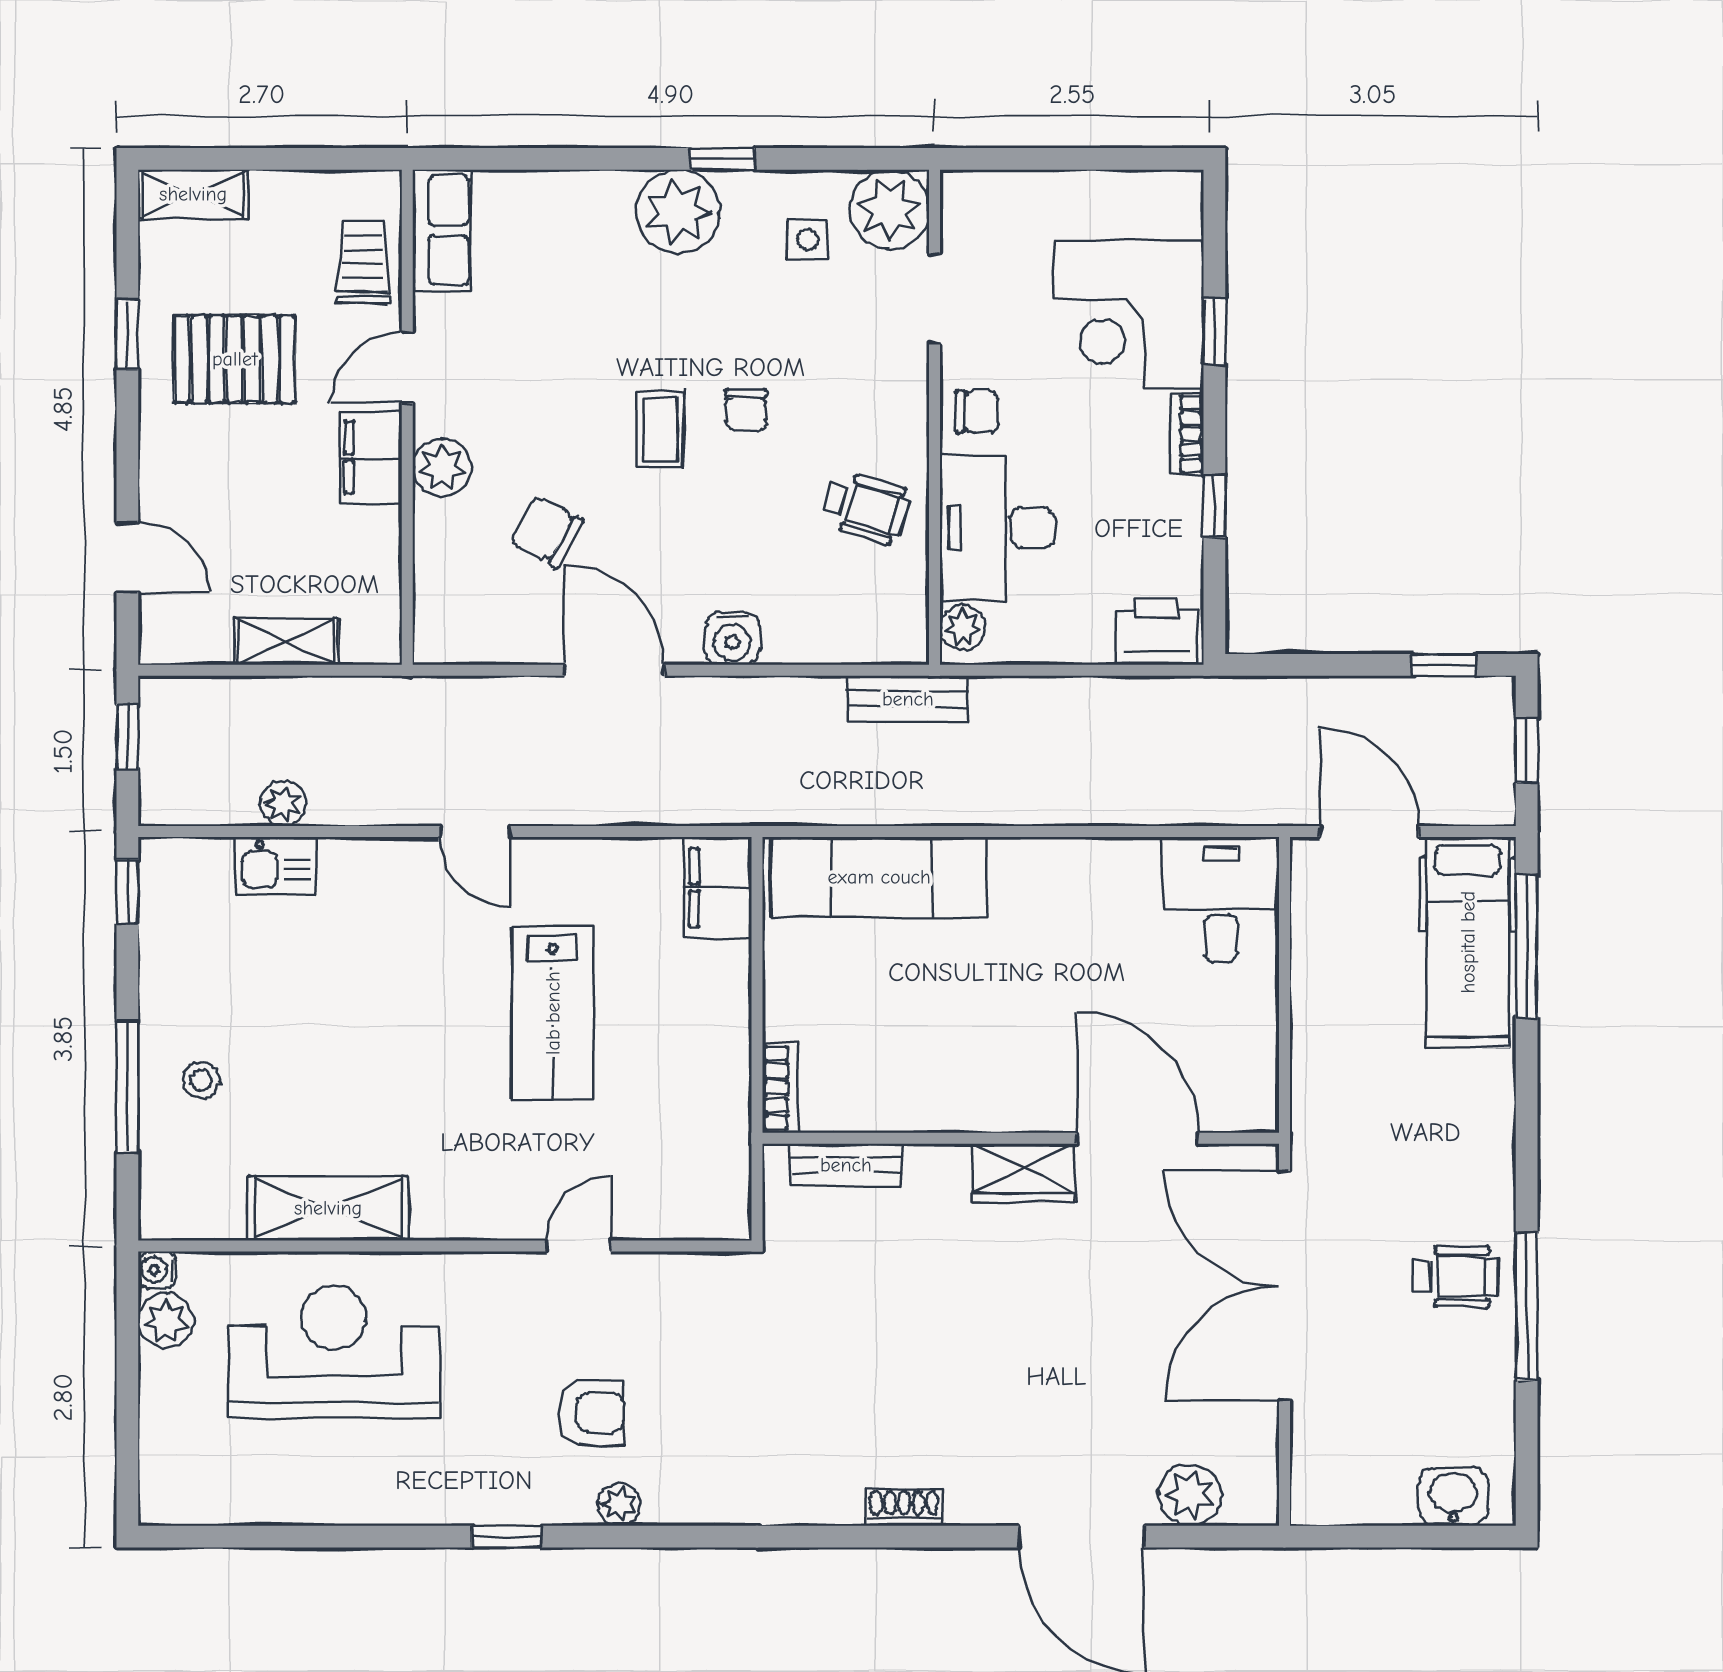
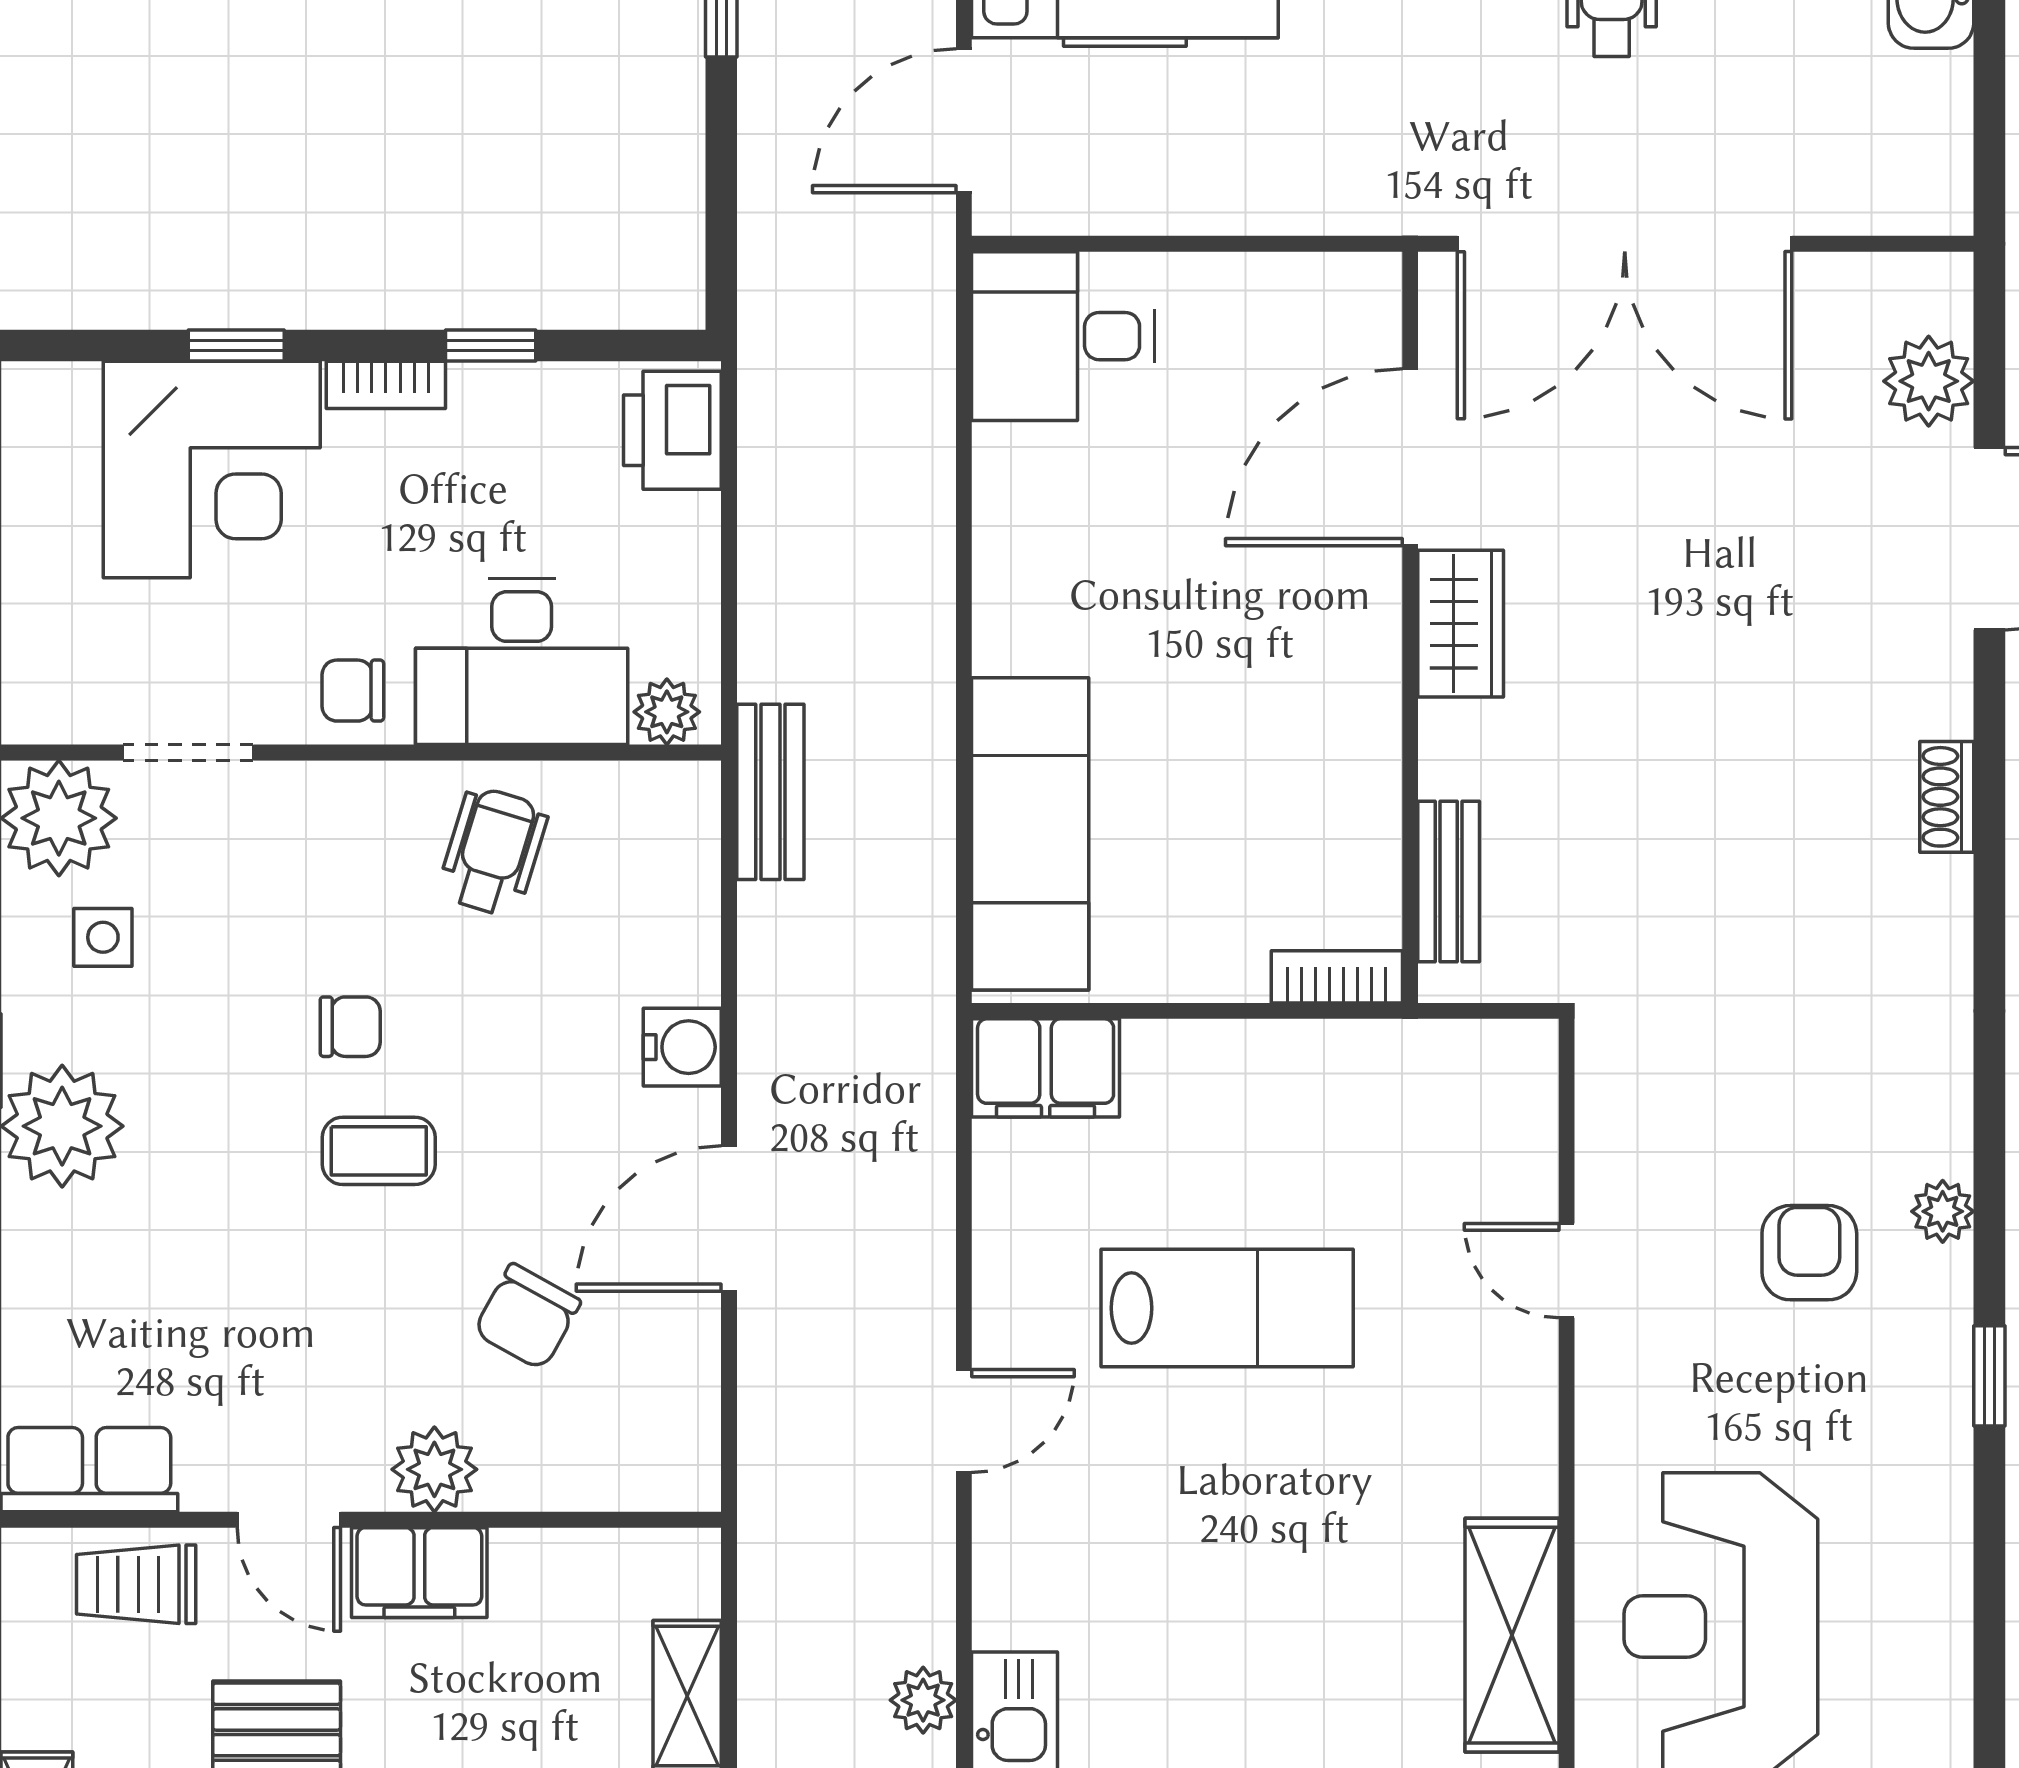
chair: (977, 412) -> (353, 691), turned -90

